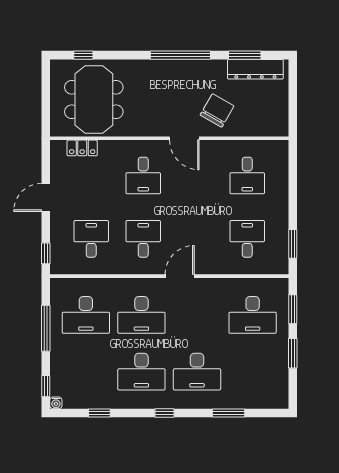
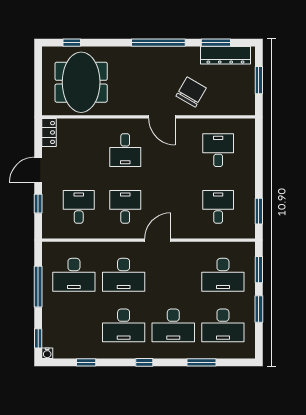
window: (293, 97) -> (259, 80), added
locker: (82, 148) -> (49, 132), moved, turned -90
desk: (247, 175) -> (218, 150), turned 180
window: (46, 253) -> (38, 204), moved
desk: (253, 372) -> (223, 325), added

